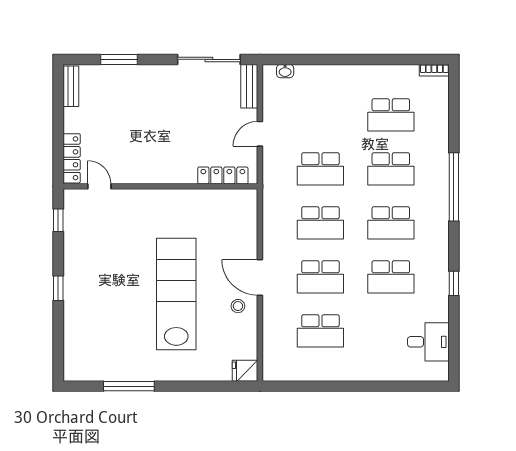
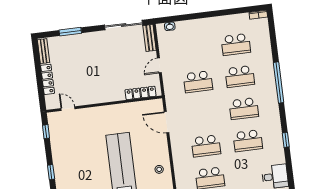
locker: (72, 158) -> (48, 79), moved
school desk: (320, 223) -> (202, 114), removed
door: (260, 277) -> (166, 122), moved

